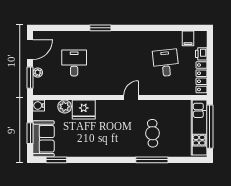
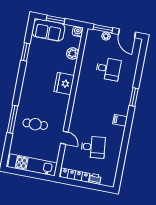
filing cabinet: (188, 38) -> (120, 120), moved
door: (131, 97) -> (64, 138), moved
fridge: (84, 110) -> (64, 83), moved
window: (210, 127) -> (31, 174), removed
window: (56, 160) -> (25, 52), moved

